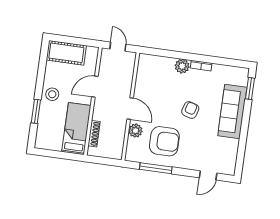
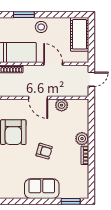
door: (130, 109) -> (38, 98), hinge flipped
sofa: (232, 112) -> (42, 189), width x0.73
plant: (135, 131) -> (62, 105), moved

